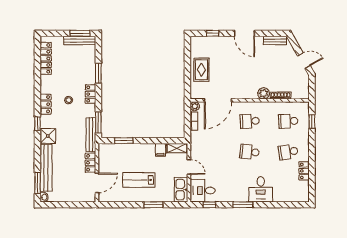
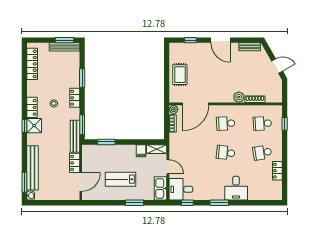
shower: (48, 136) -> (34, 126), moved

